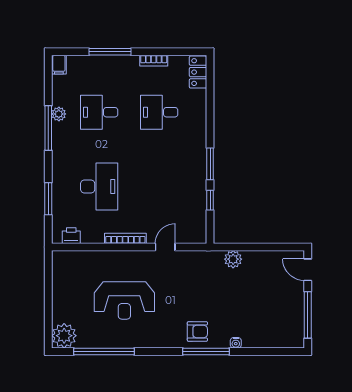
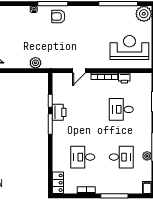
desk: (159, 112) -> (83, 157), turned 180
printer: (196, 182) -> (59, 112), added
desk: (99, 187) -> (121, 109), width x0.73
printer: (71, 236) -> (124, 78), moved
reception desk: (124, 300) -> (129, 48), moved

